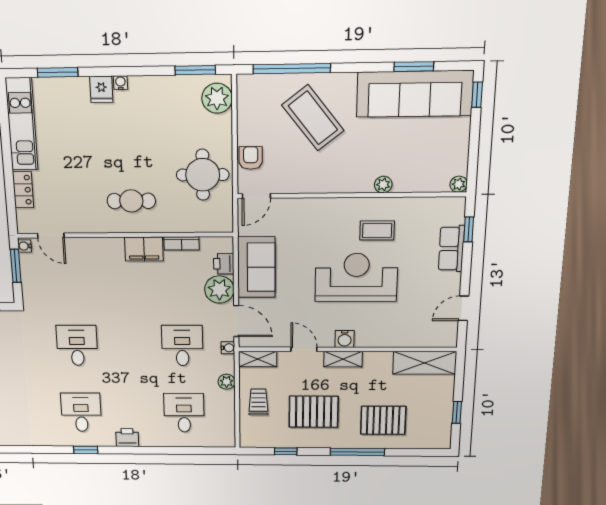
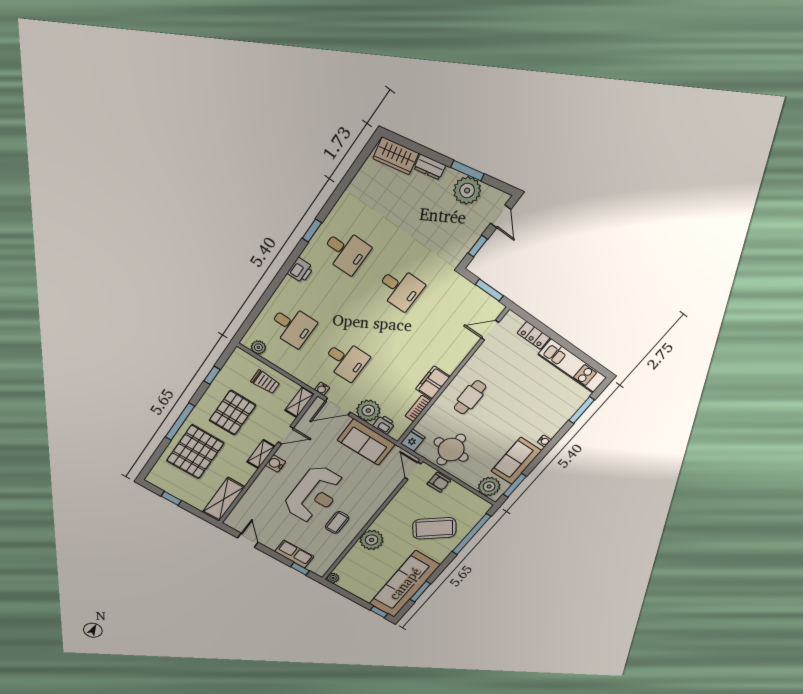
fridge: (101, 89) -> (413, 440), moved, turned 90
sofa: (165, 94) -> (516, 461), added
plant: (383, 185) -> (372, 540), width x1.88, depth x1.88
water cooler: (25, 246) -> (498, 307), removed
plant: (227, 382) -> (258, 347), moved
pallet: (383, 420) -> (195, 452), width x1.37, depth x1.41

